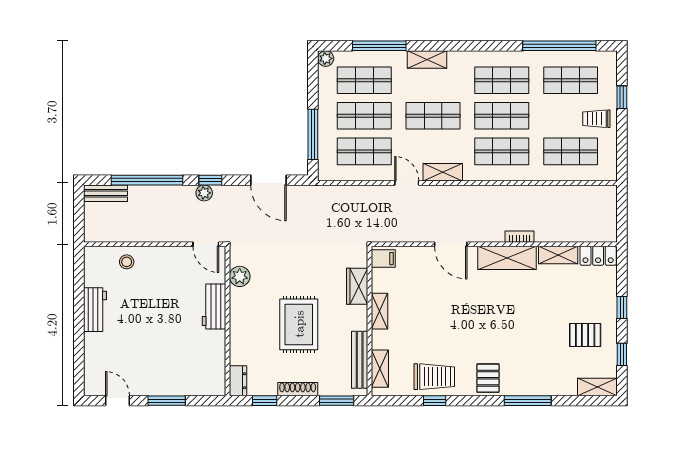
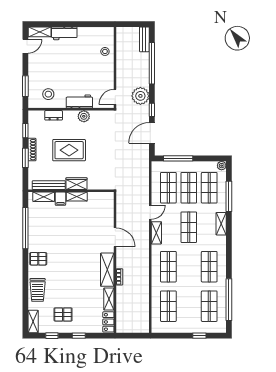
shop shelf: (502, 116) -> (189, 267), removed
trolley: (596, 119) -> (187, 321), removed
window: (210, 180) -> (152, 110), moved
plant: (204, 193) -> (140, 96), width x1.87, depth x1.87
door: (451, 244) -> (115, 237), swing flipped
filing cabinet: (383, 259) -> (60, 199), moved
plant: (240, 276) -> (84, 116), moved
wardrobe: (357, 286) -> (76, 184), moved
workbench: (95, 310) -> (64, 33), moved
pallet: (585, 335) -> (63, 314), turned 90
stool: (201, 361) -> (48, 94), added
shelving: (93, 376) -> (40, 32), added
trolley: (434, 377) -> (38, 290), moved
dresser: (238, 381) -> (54, 115), moved
window: (167, 401) -> (25, 86), moved
window: (337, 401) -> (25, 158), moved
window: (435, 401) -> (25, 228), width x3.17
window: (528, 401) -> (25, 282), removed

